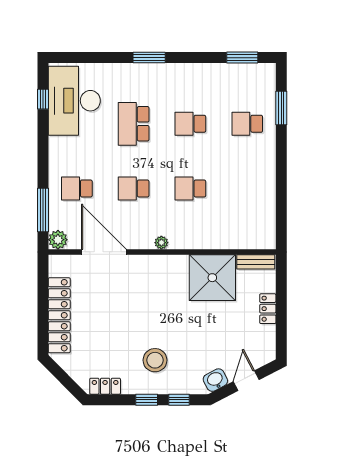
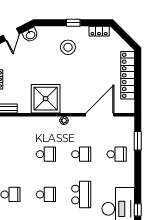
window: (43, 210) -> (138, 141), width x0.69
plant: (58, 240) -> (128, 122), removed
door: (104, 252) -> (100, 115), swing flipped
shower: (212, 278) -> (46, 99), moved
window: (179, 400) -> (53, 23), removed

